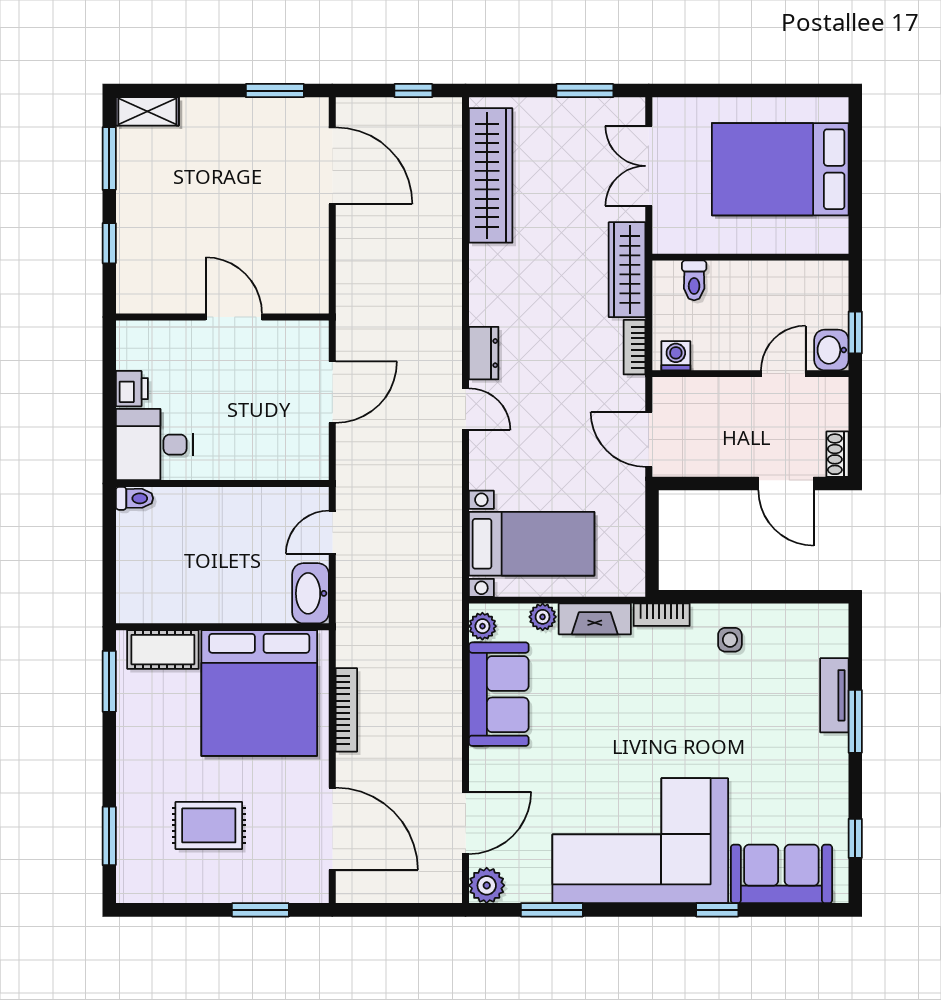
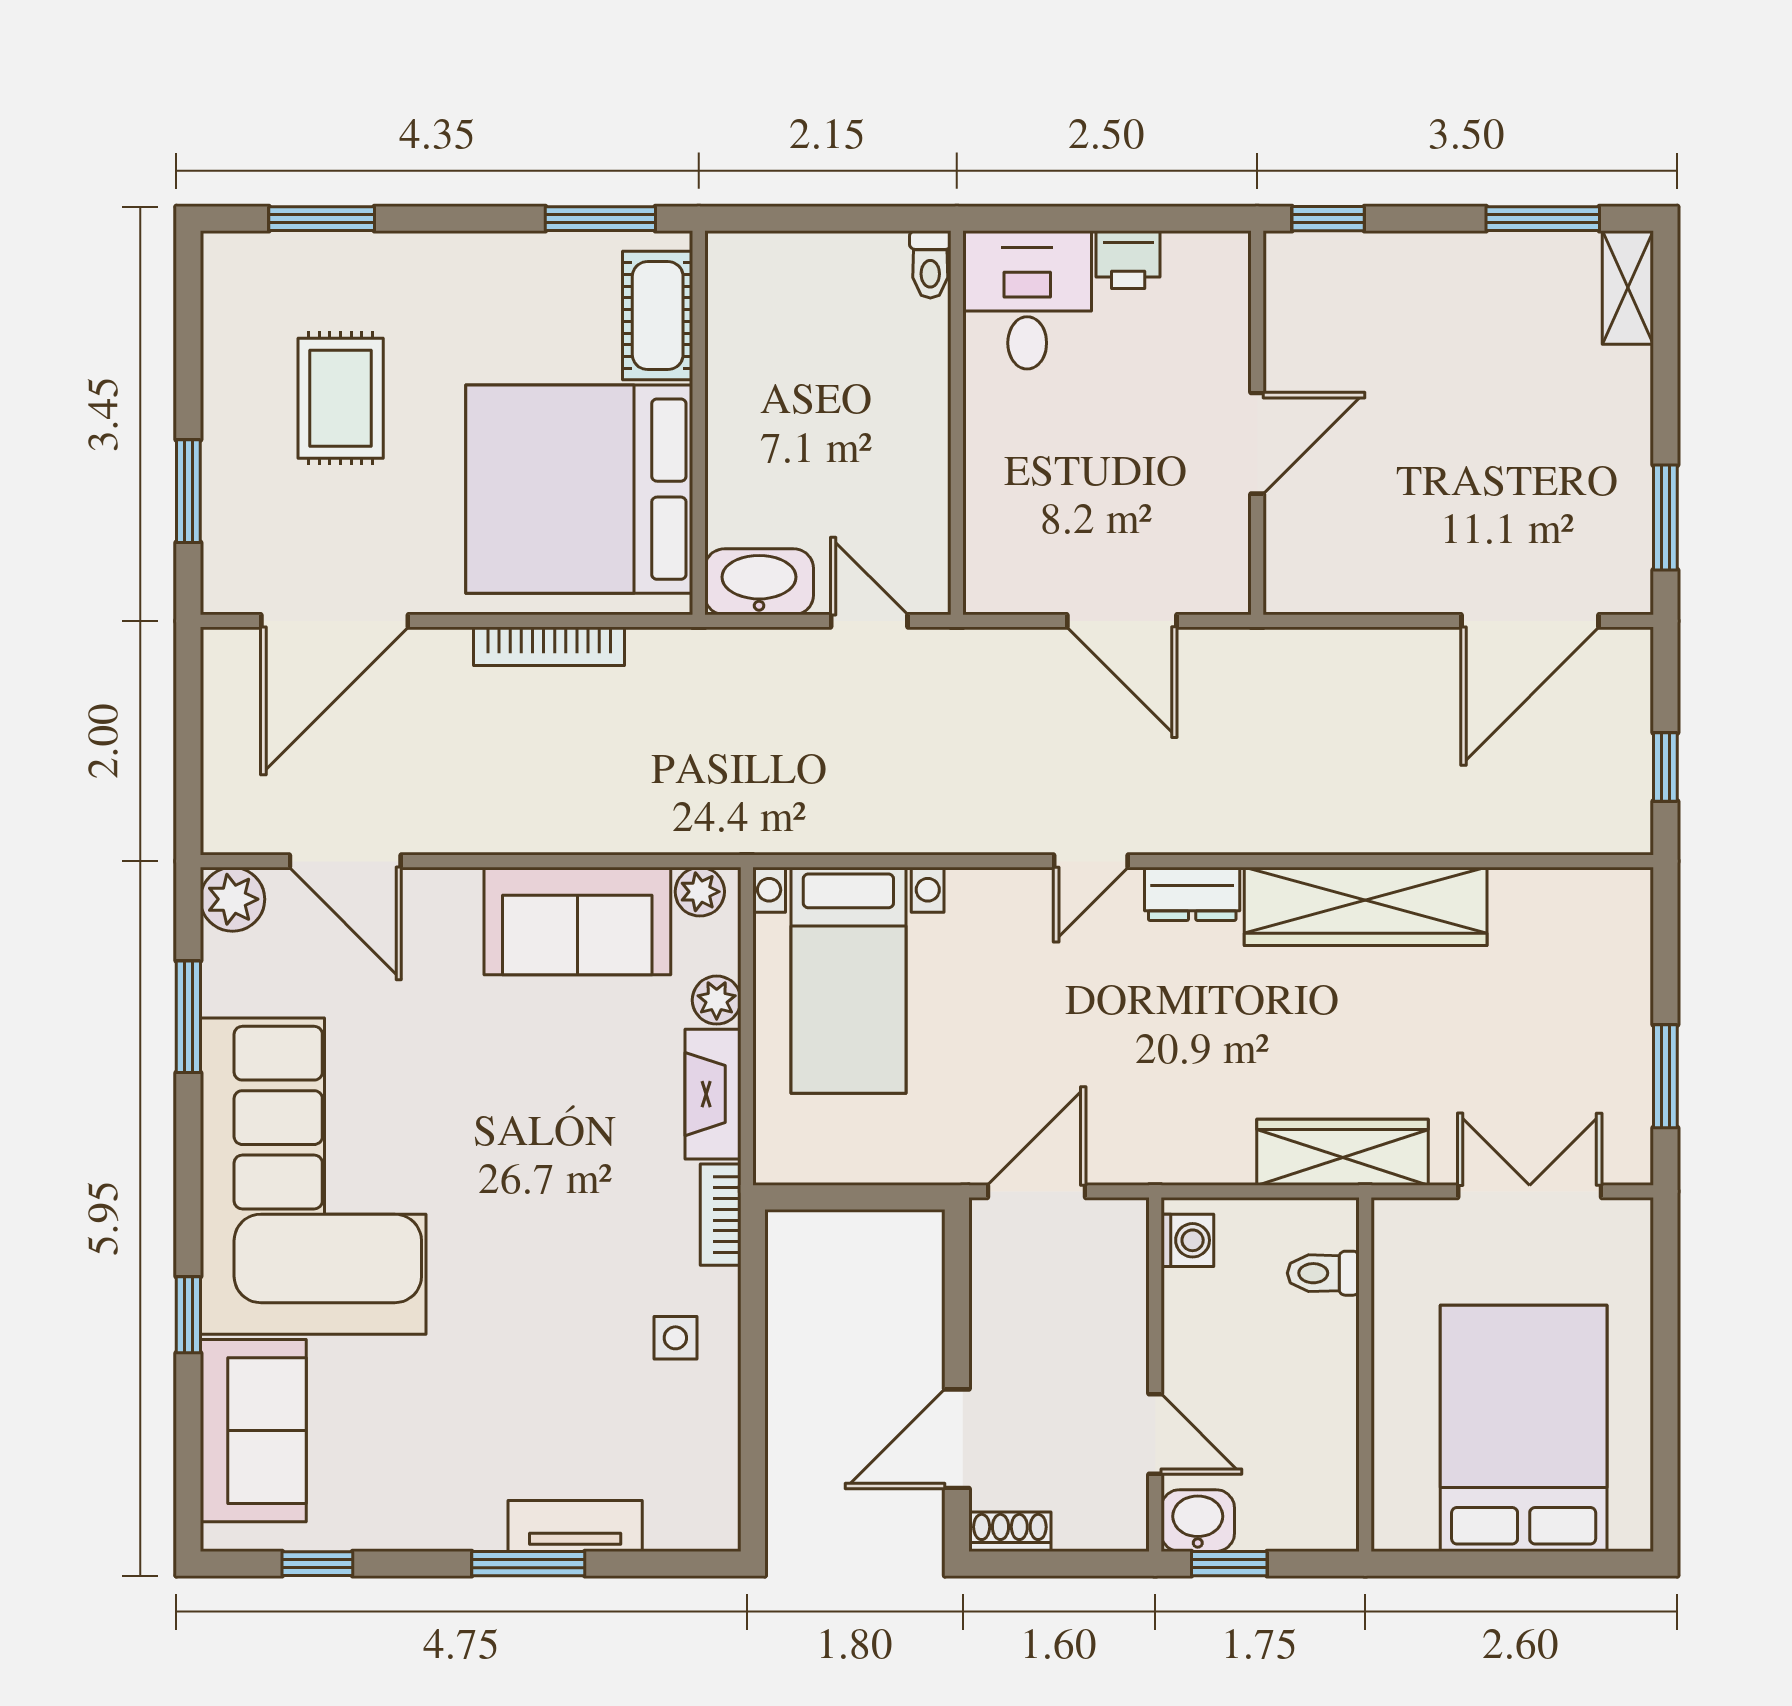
wardrobe: (491, 175) -> (1366, 906), moved
window: (109, 243) -> (1328, 219), moved
bookcase: (634, 347) -> (1203, 1166), removed

